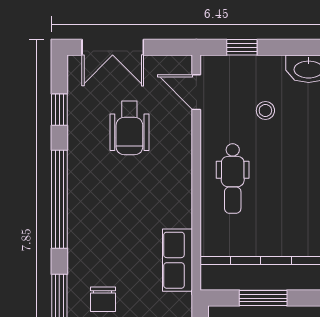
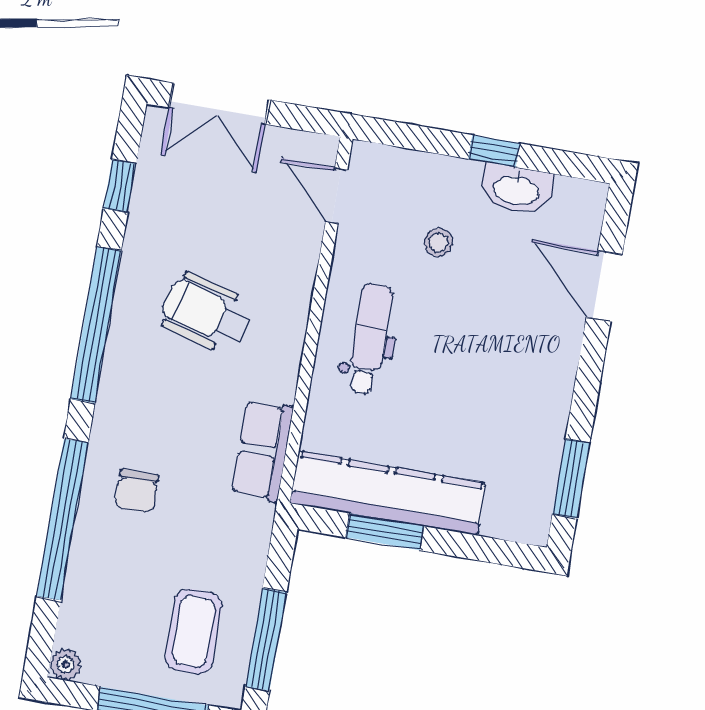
window: (242, 47) -> (494, 151), moved
wheelchair: (129, 128) -> (206, 313), moved, turned 105
dental chair: (233, 178) -> (370, 339), turned 180

